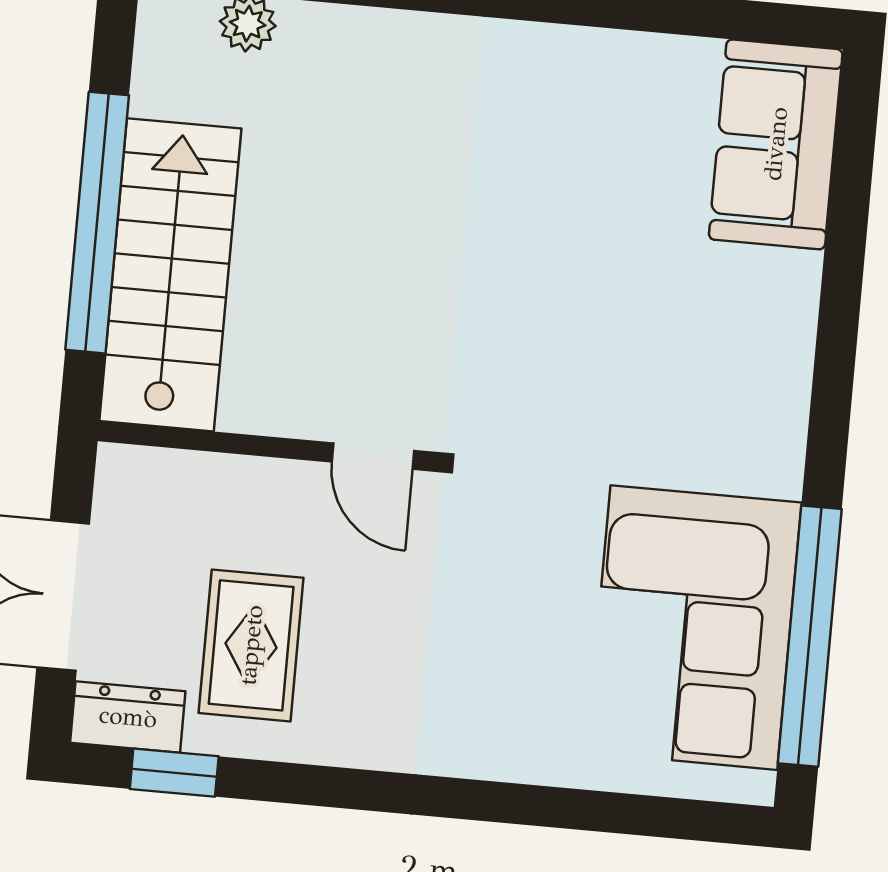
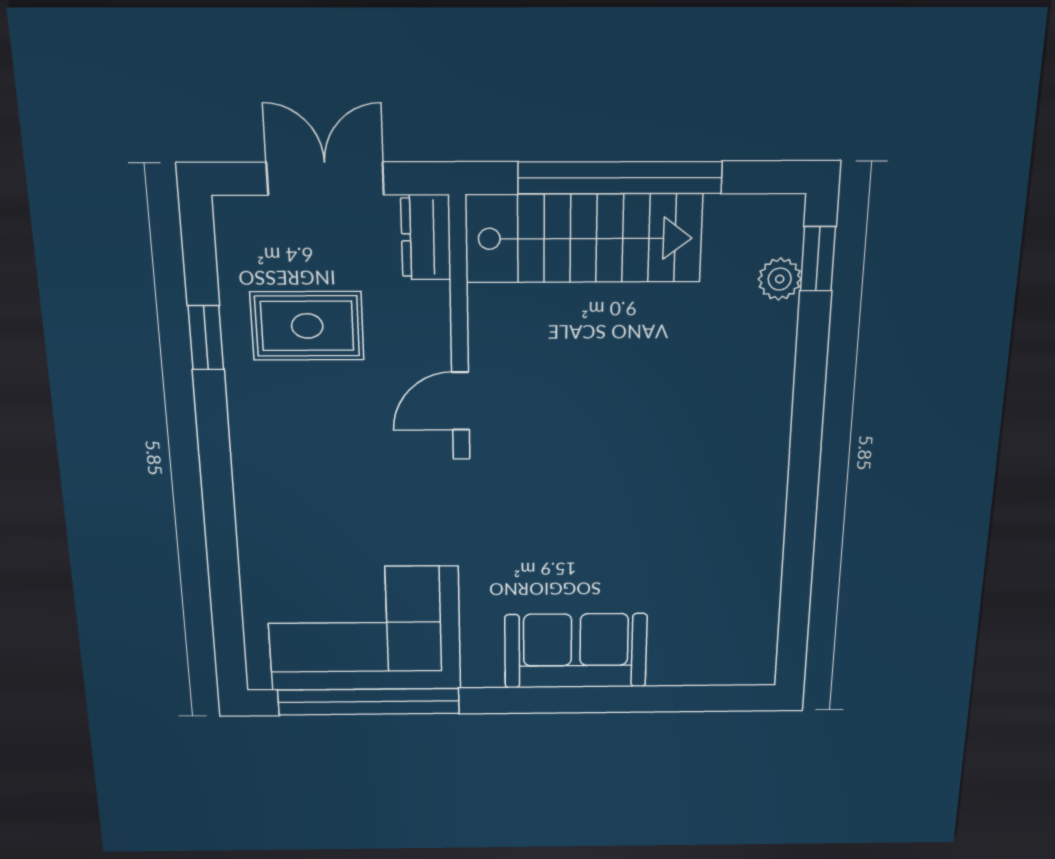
sofa: (776, 144) -> (576, 651), moved
dresser: (128, 717) -> (426, 237), moved, turned 180
window: (174, 773) -> (206, 338), moved

